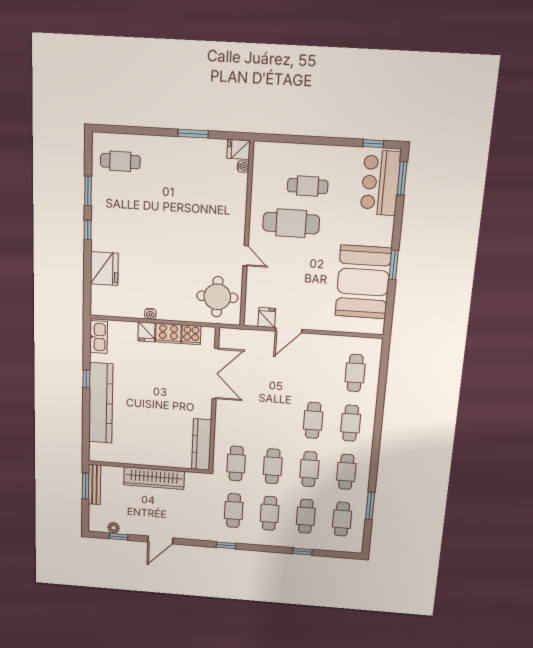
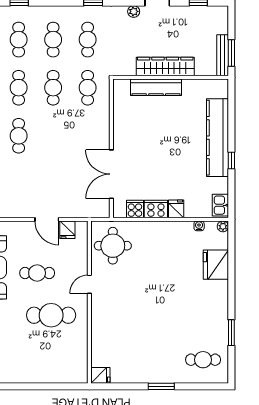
window: (193, 134) -> (161, 386), moved
water cooler: (243, 166) -> (96, 361), removed
cafe table: (308, 186) -> (37, 273), moved
window: (88, 230) -> (231, 298), removed
door: (246, 256) -> (89, 284), hinge flipped
plant: (96, 310) -> (223, 226), added
water cooler: (150, 314) -> (199, 226), moved
door: (289, 330) -> (47, 219), swing flipped
kitchen sink: (98, 337) -> (220, 205), width x0.73
kitchen counter: (202, 444) -> (156, 87), moved, turned 90
plant: (114, 528) -> (134, 11), moved

